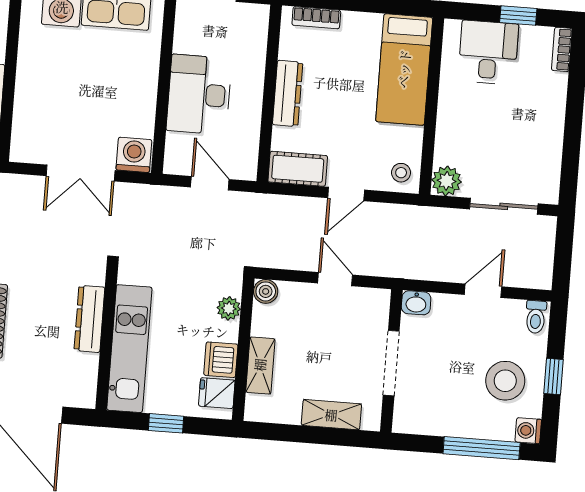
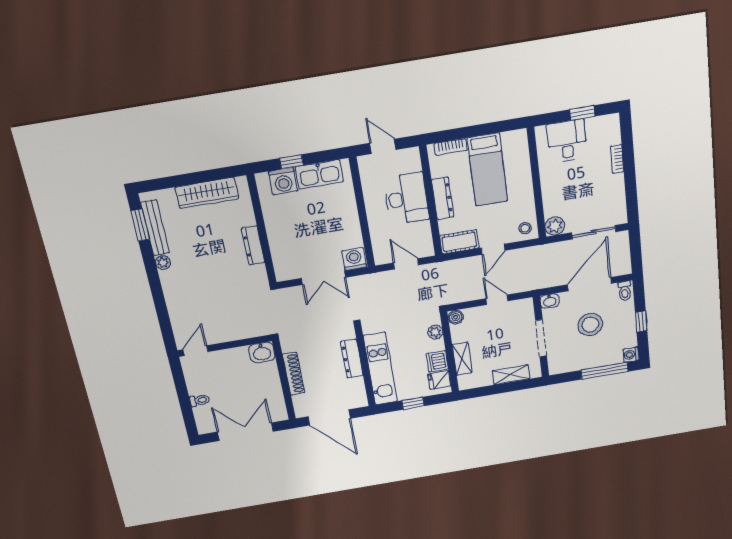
bookcase: (562, 49) -> (617, 159), moved
bed: (404, 69) -> (487, 170), moved
desk: (199, 94) -> (406, 198), moved, turned 180
door: (483, 291) -> (590, 284), width x1.87
stool: (505, 381) -> (590, 325), moved

